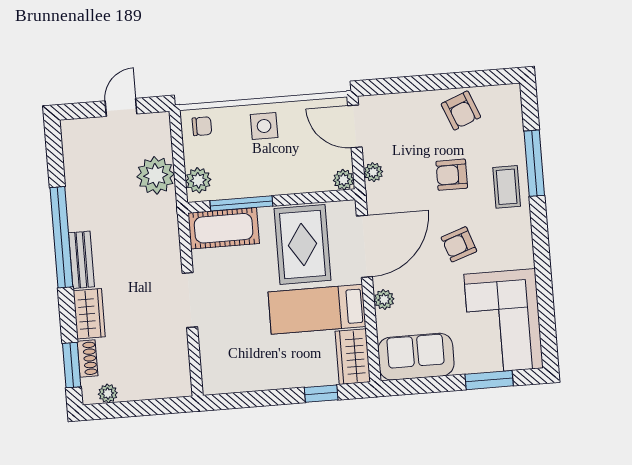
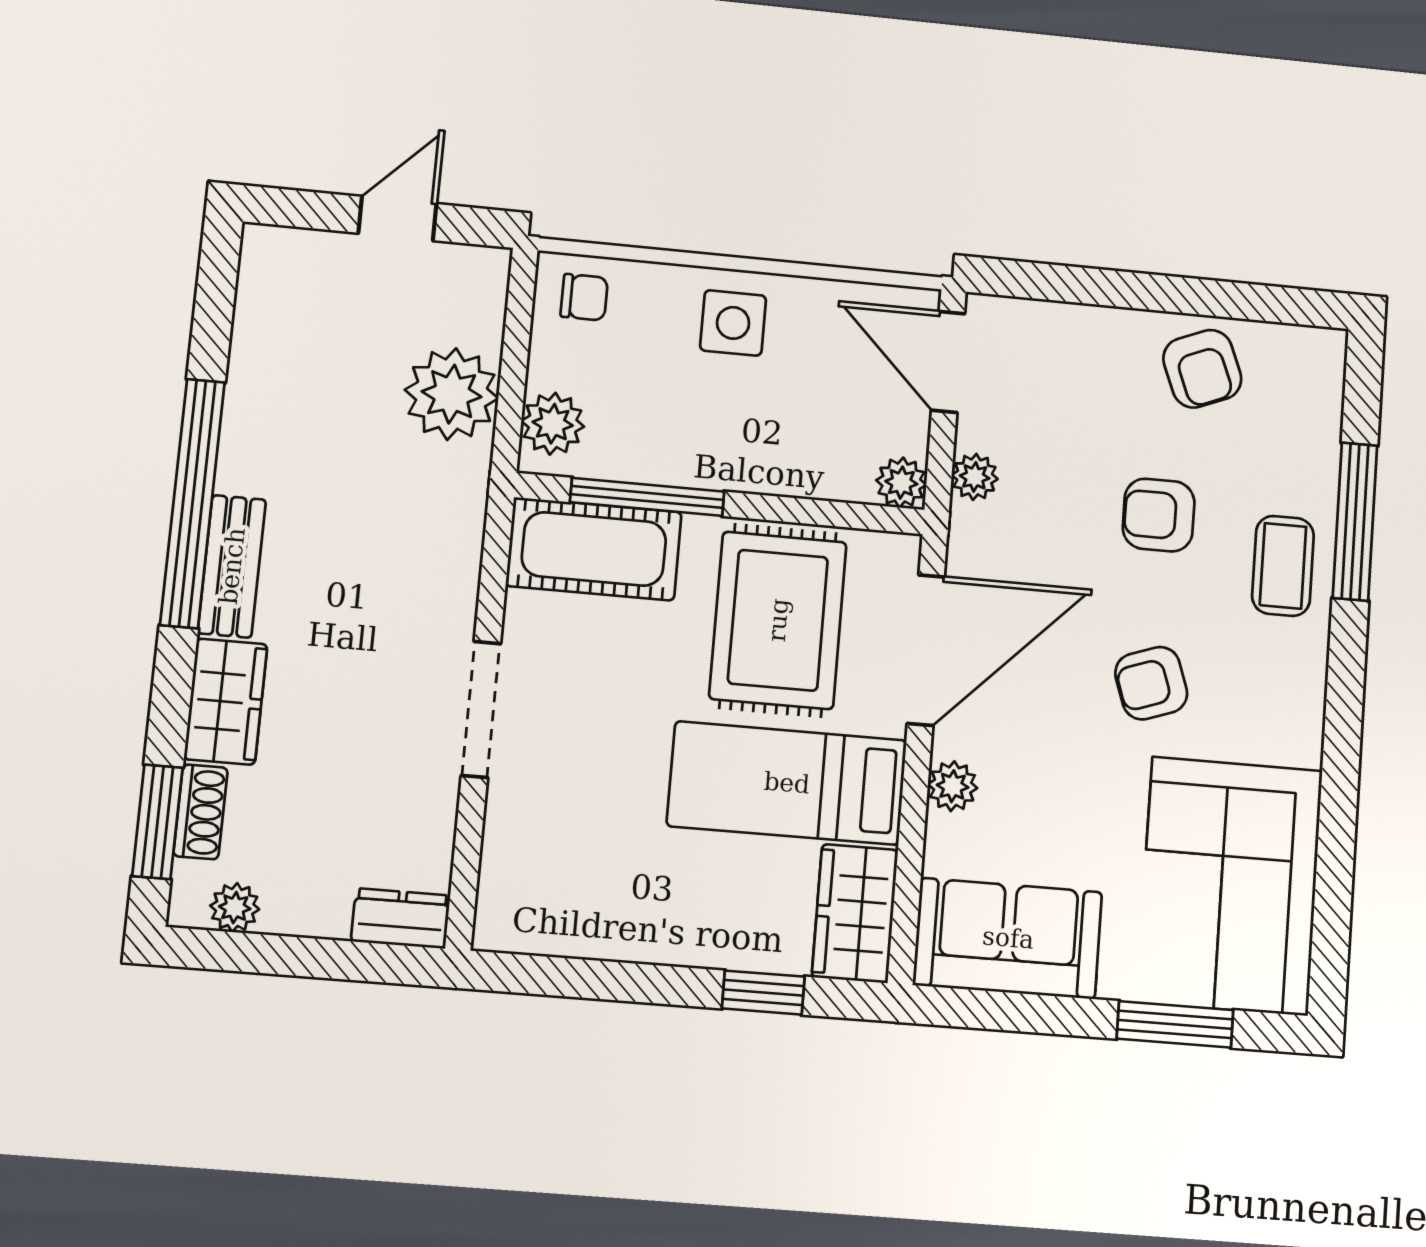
dresser: (173, 387) -> (401, 918), added

